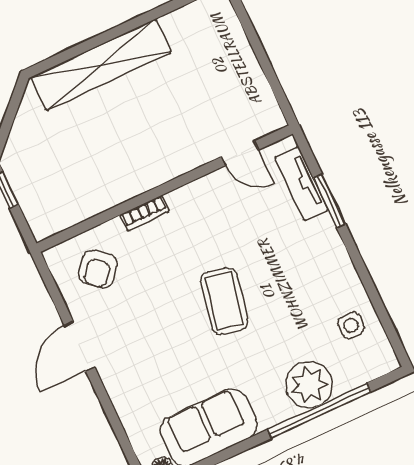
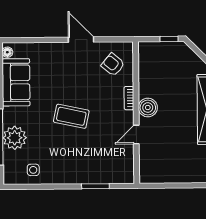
door: (240, 153) -> (136, 134), moved
boiler: (146, 172) -> (148, 108), added
tv unit: (301, 184) -> (109, 177), removed

